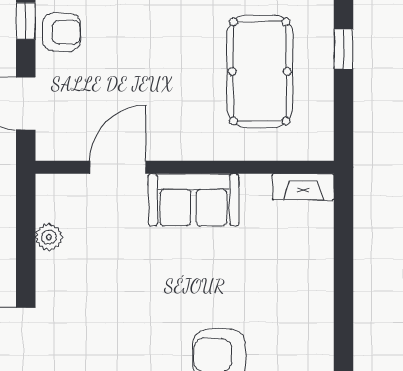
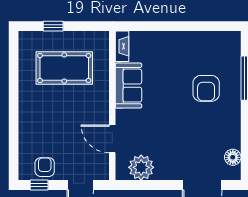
sofa: (194, 200) -> (128, 86), moved
plant: (49, 237) -> (141, 167), width x1.88, depth x1.88

